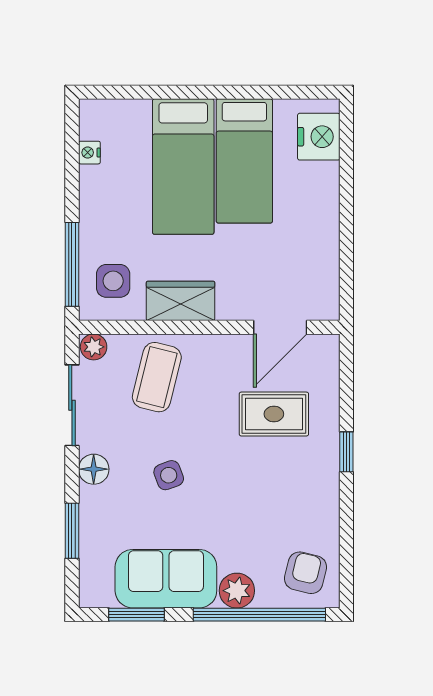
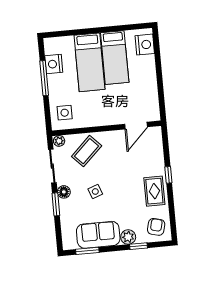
nightstand: (89, 153) -> (54, 64), width x1.89, depth x1.79
window: (72, 264) -> (44, 78), moved
wardrobe: (181, 301) -> (93, 118), removed
coffee table: (157, 377) -> (87, 151), turned 32
rug: (274, 414) -> (154, 191), moved, turned 90
window: (72, 531) -> (56, 204), moved
window: (259, 615) -> (138, 246), width x0.32

